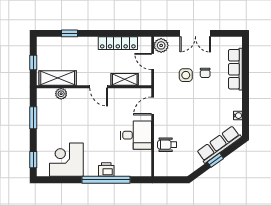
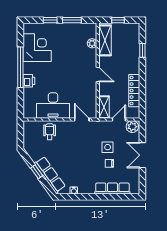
shelving: (125, 79) -> (104, 107), moved
door: (99, 87) -> (98, 75), swing flipped
desk: (136, 135) -> (53, 106), width x1.37
window: (33, 160) -> (50, 20), moved
window: (106, 180) -> (20, 67), moved

